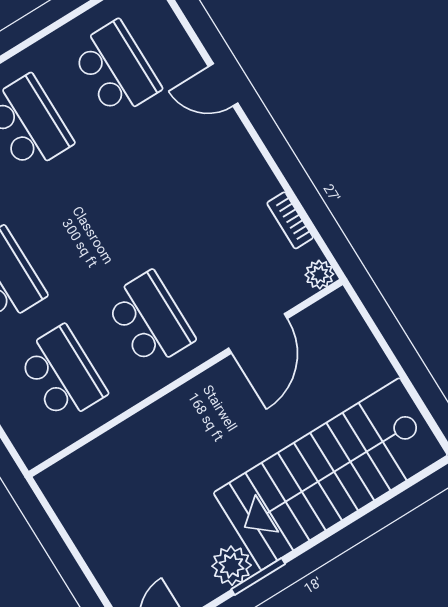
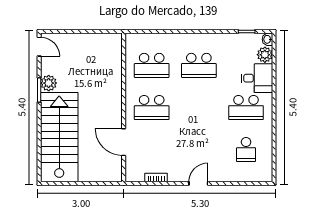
school desk: (116, 69) -> (246, 150), width x0.54
door: (223, 85) -> (198, 183), moved
plant: (319, 274) -> (131, 176), removed

